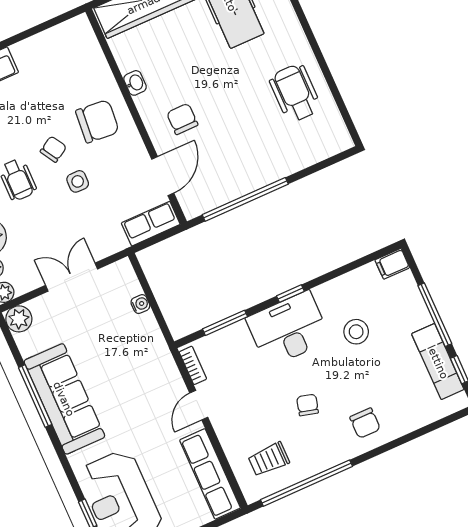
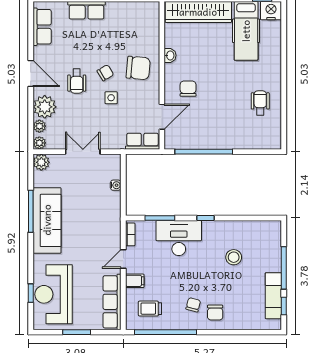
wheelchair: (295, 93) -> (260, 103), width x0.73, depth x0.73
filing cabinet: (392, 264) -> (135, 281), moved, turned 180
desk: (288, 329) -> (179, 238), moved
chair: (308, 405) -> (193, 305), moved

